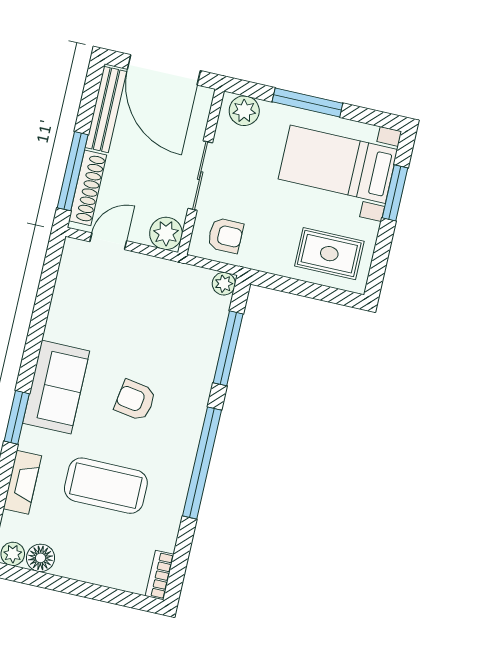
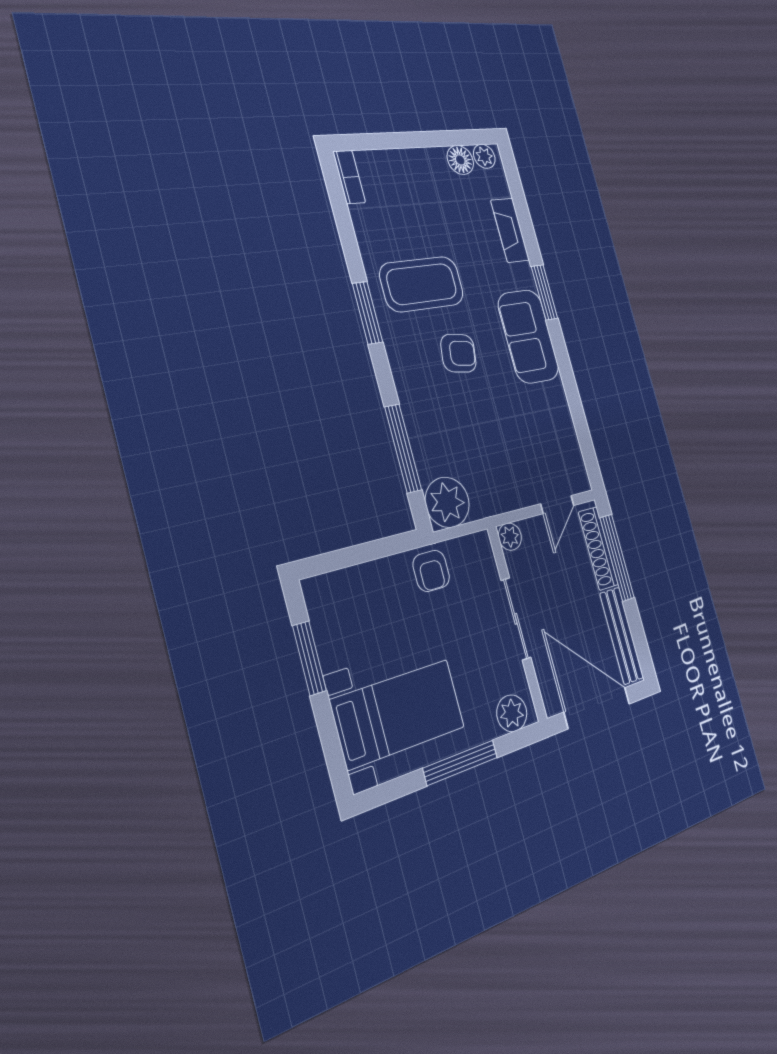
window: (395, 193) -> (309, 658), moved
plant: (166, 233) -> (510, 537), width x0.73, depth x0.73
armchair: (225, 236) -> (431, 571), moved, turned -90
rug: (329, 254) -> (358, 607), removed
plant: (224, 284) -> (447, 502), width x1.88, depth x1.88
window: (202, 463) -> (368, 313), width x0.47
coffee table: (106, 486) -> (422, 284), moved

